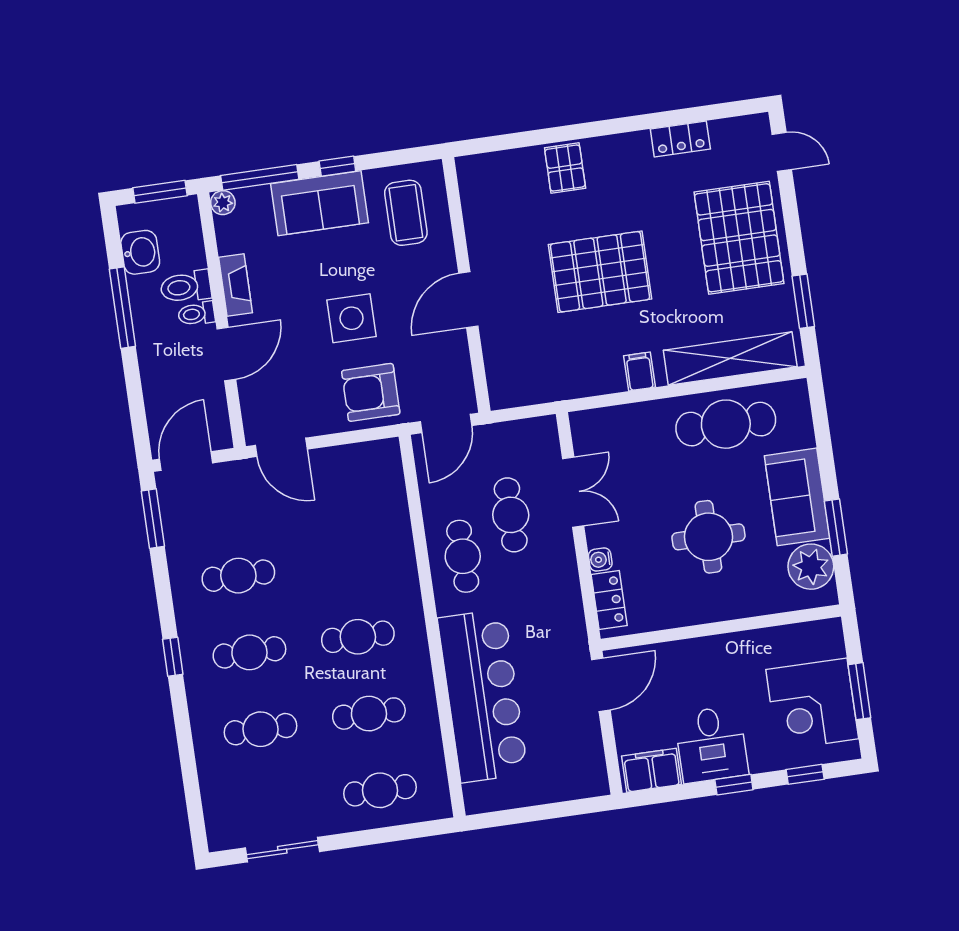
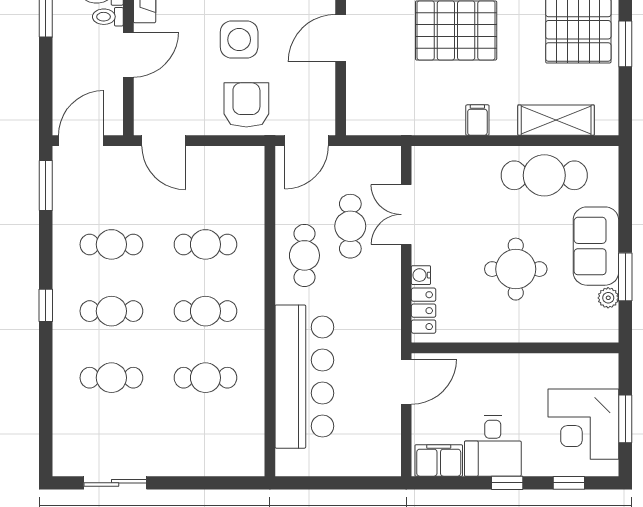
window: (803, 301) -> (625, 44), moved
shelving: (730, 359) -> (556, 120), width x0.68
armchair: (371, 392) -> (246, 105), turned 90
double door: (573, 492) -> (406, 215), swing flipped
plant: (811, 567) -> (608, 298), width x0.53, depth x0.53
cafe table: (380, 790) -> (205, 244), moved

